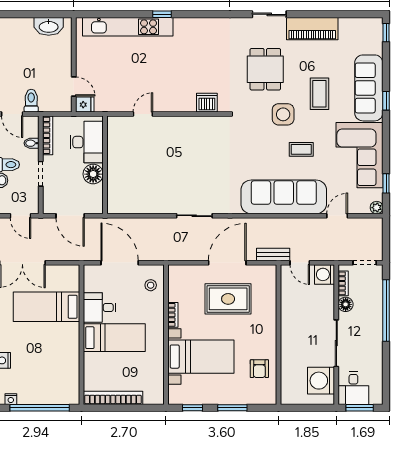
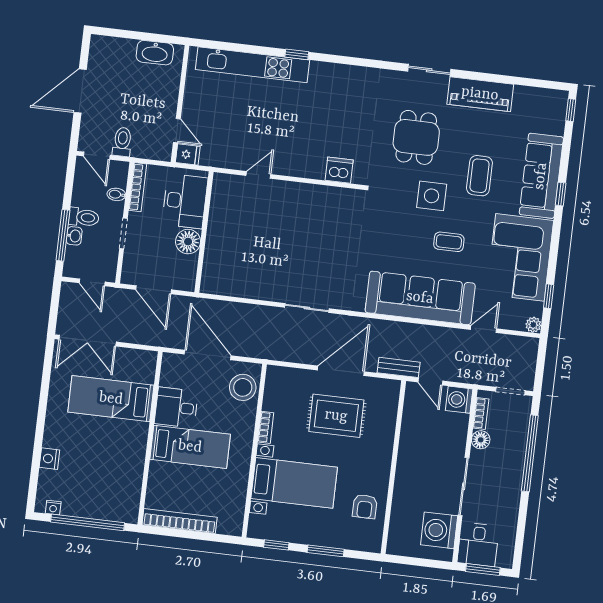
stool: (151, 285) -> (243, 387), width x1.89, depth x1.89

